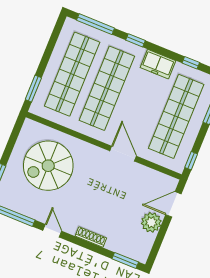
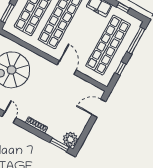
window: (191, 161) -> (121, 68), moved
plant: (151, 222) -> (70, 139), moved

